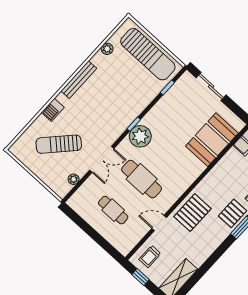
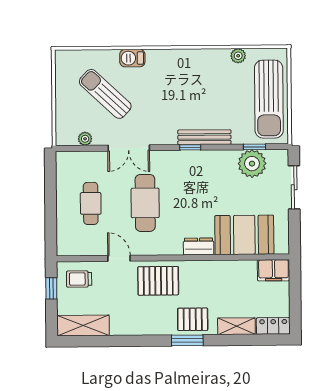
bench: (79, 80) -> (204, 137), moved
plant: (140, 136) -> (252, 164), moved
dresser: (194, 172) -> (199, 246), added

